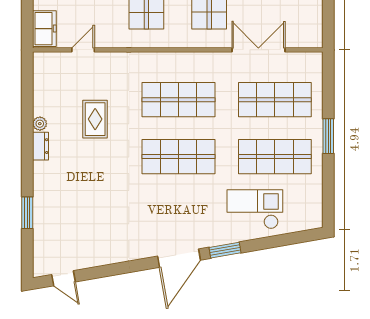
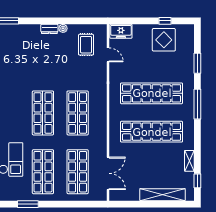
double door: (258, 50) -> (108, 173), moved
rug: (95, 119) -> (86, 45), moved, turned 90
window: (328, 136) -> (28, 204), moved

